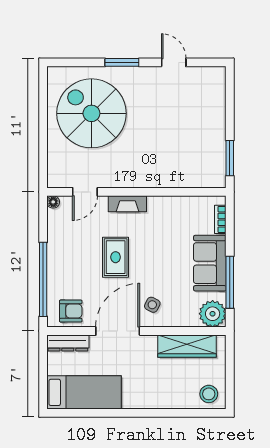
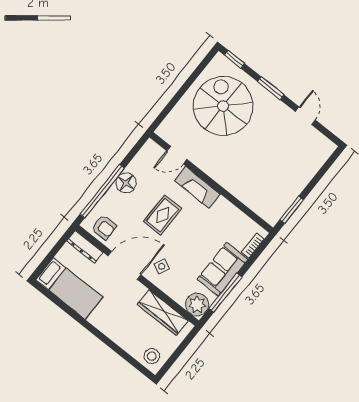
window: (68, 62) -> (235, 59), added
floor lamp: (53, 202) -> (126, 183), moved, width x1.89, depth x1.89
fireplace: (127, 204) -> (198, 187), width x1.37, depth x1.32

